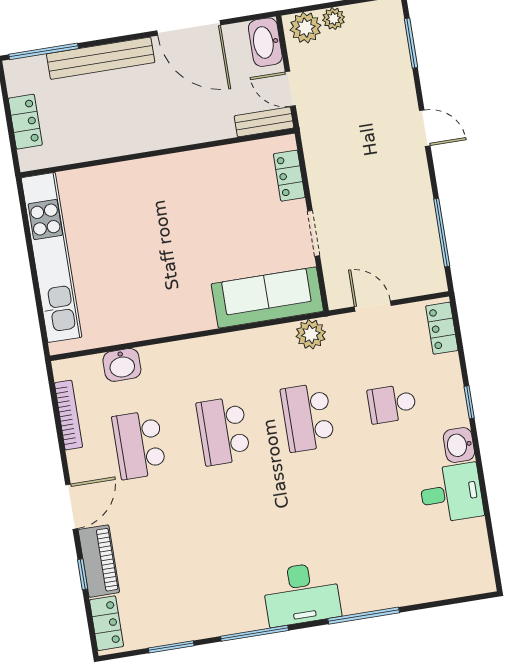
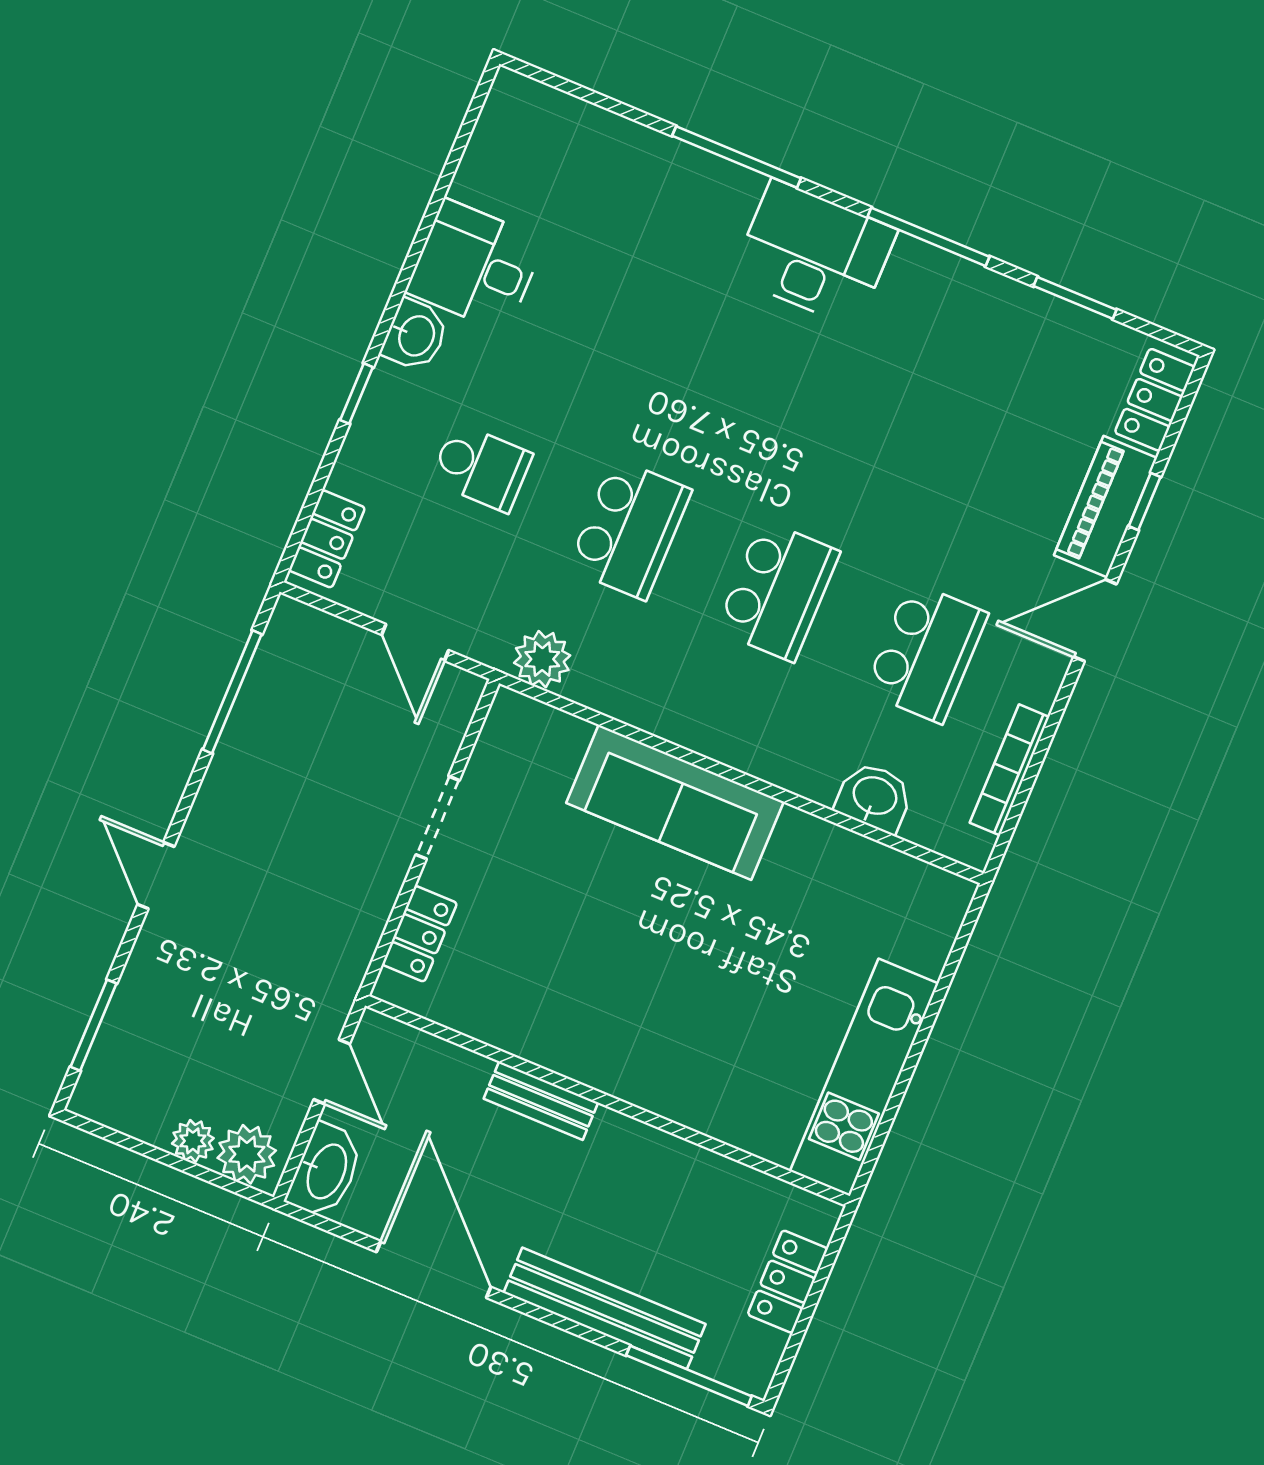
bench: (264, 122) -> (541, 1101), moved
kitchen unit: (52, 257) -> (864, 1077), width x0.73
sofa: (267, 298) -> (675, 802), moved

